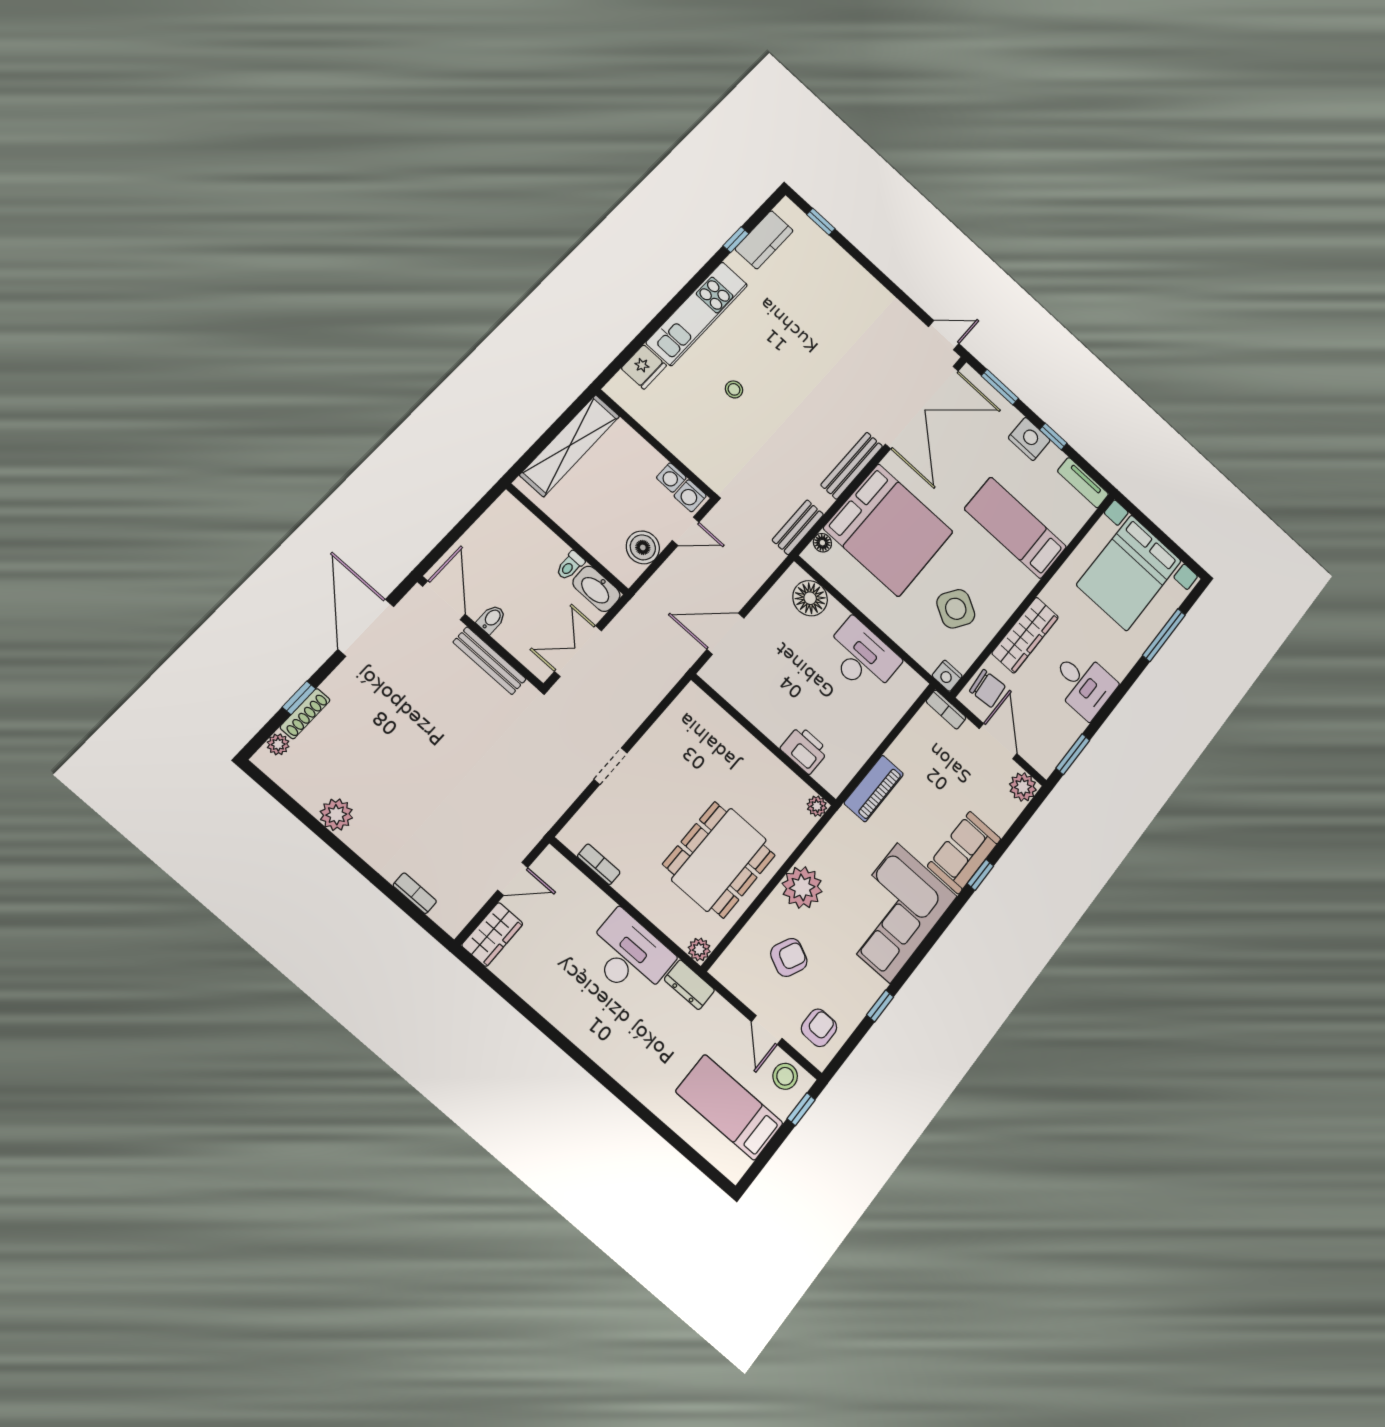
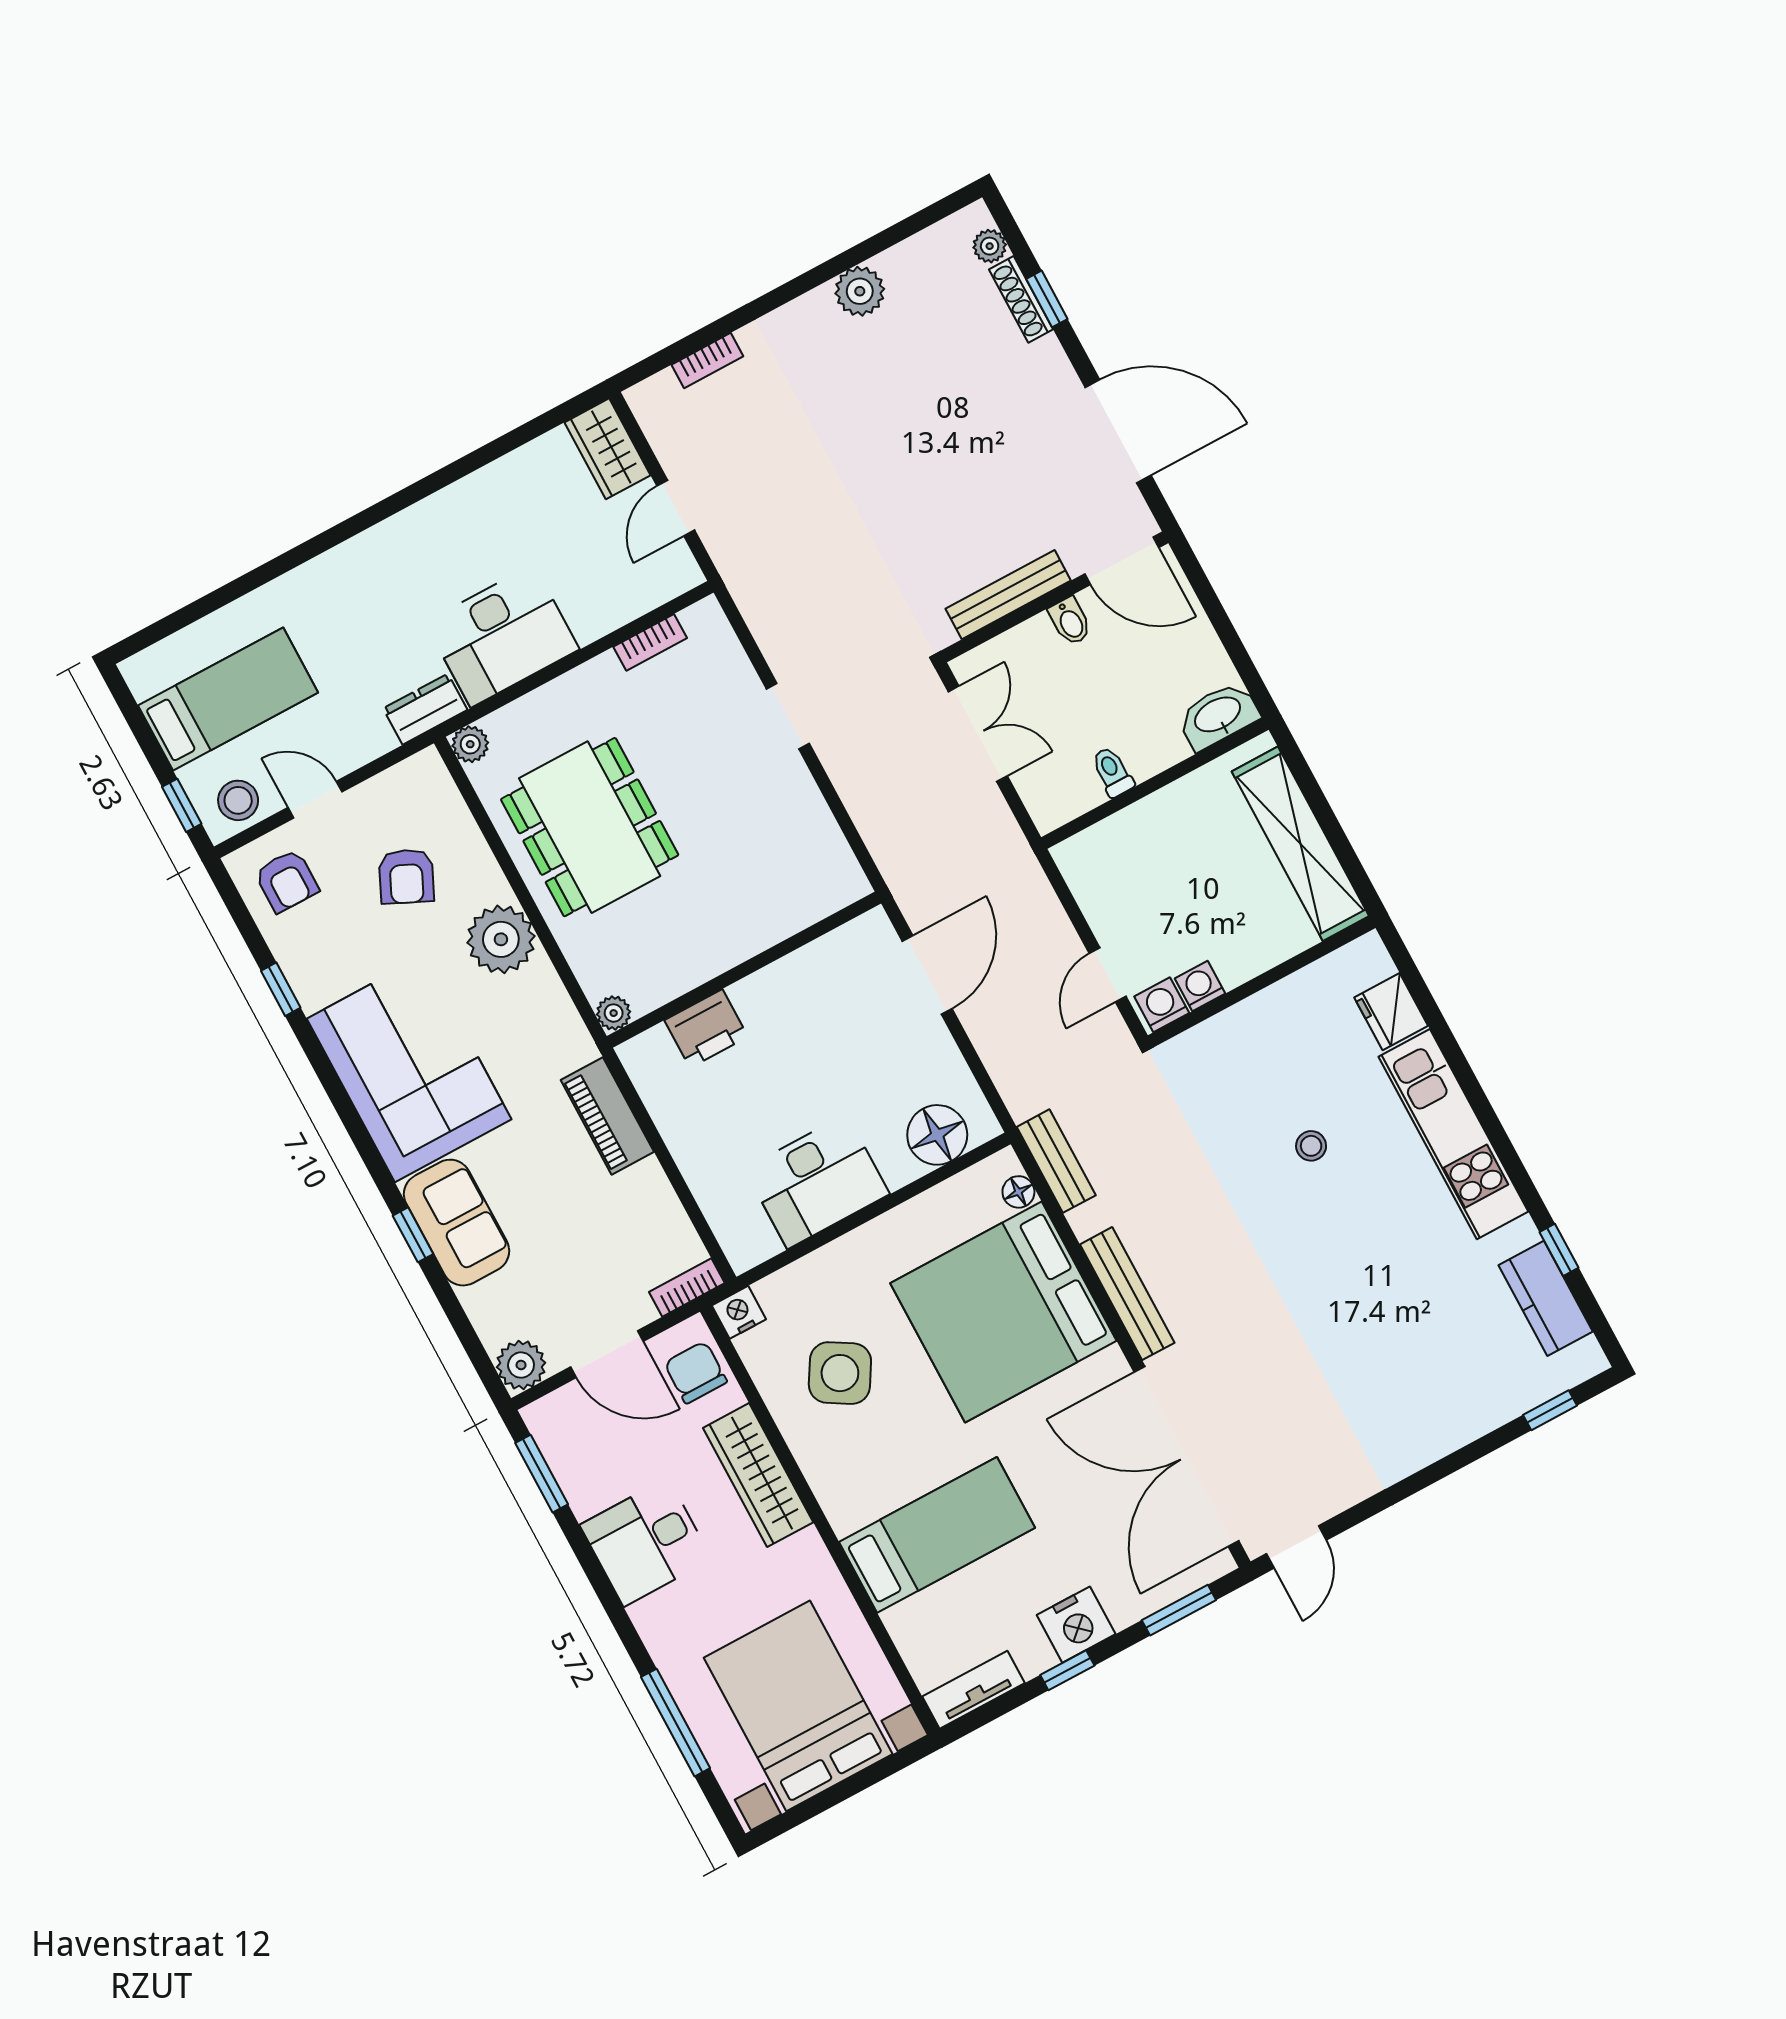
boiler: (643, 547) -> (1104, 897), removed
washbasin: (596, 589) -> (1218, 716), moved
chair: (987, 688) -> (696, 1372), turned 95

